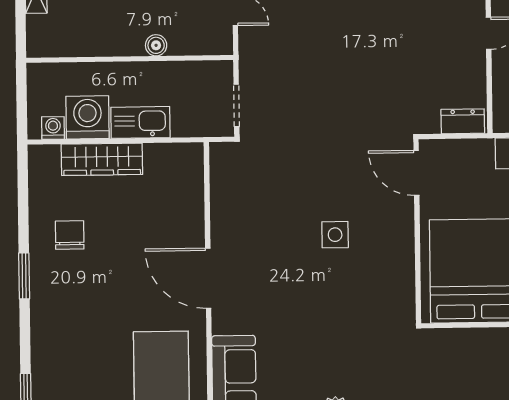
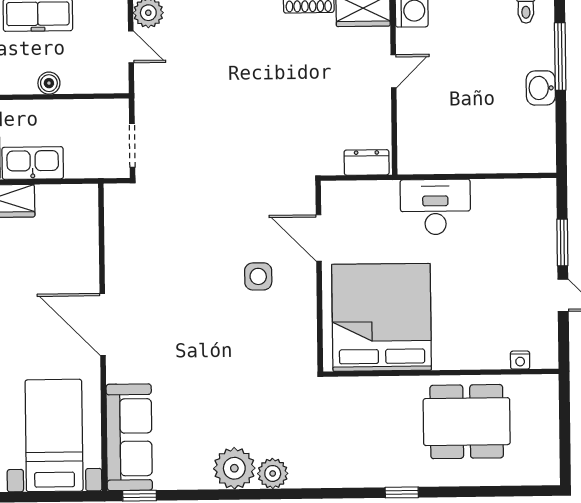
door: (416, 173) -> (319, 238), moved
side table: (335, 235) -> (258, 276), moved

